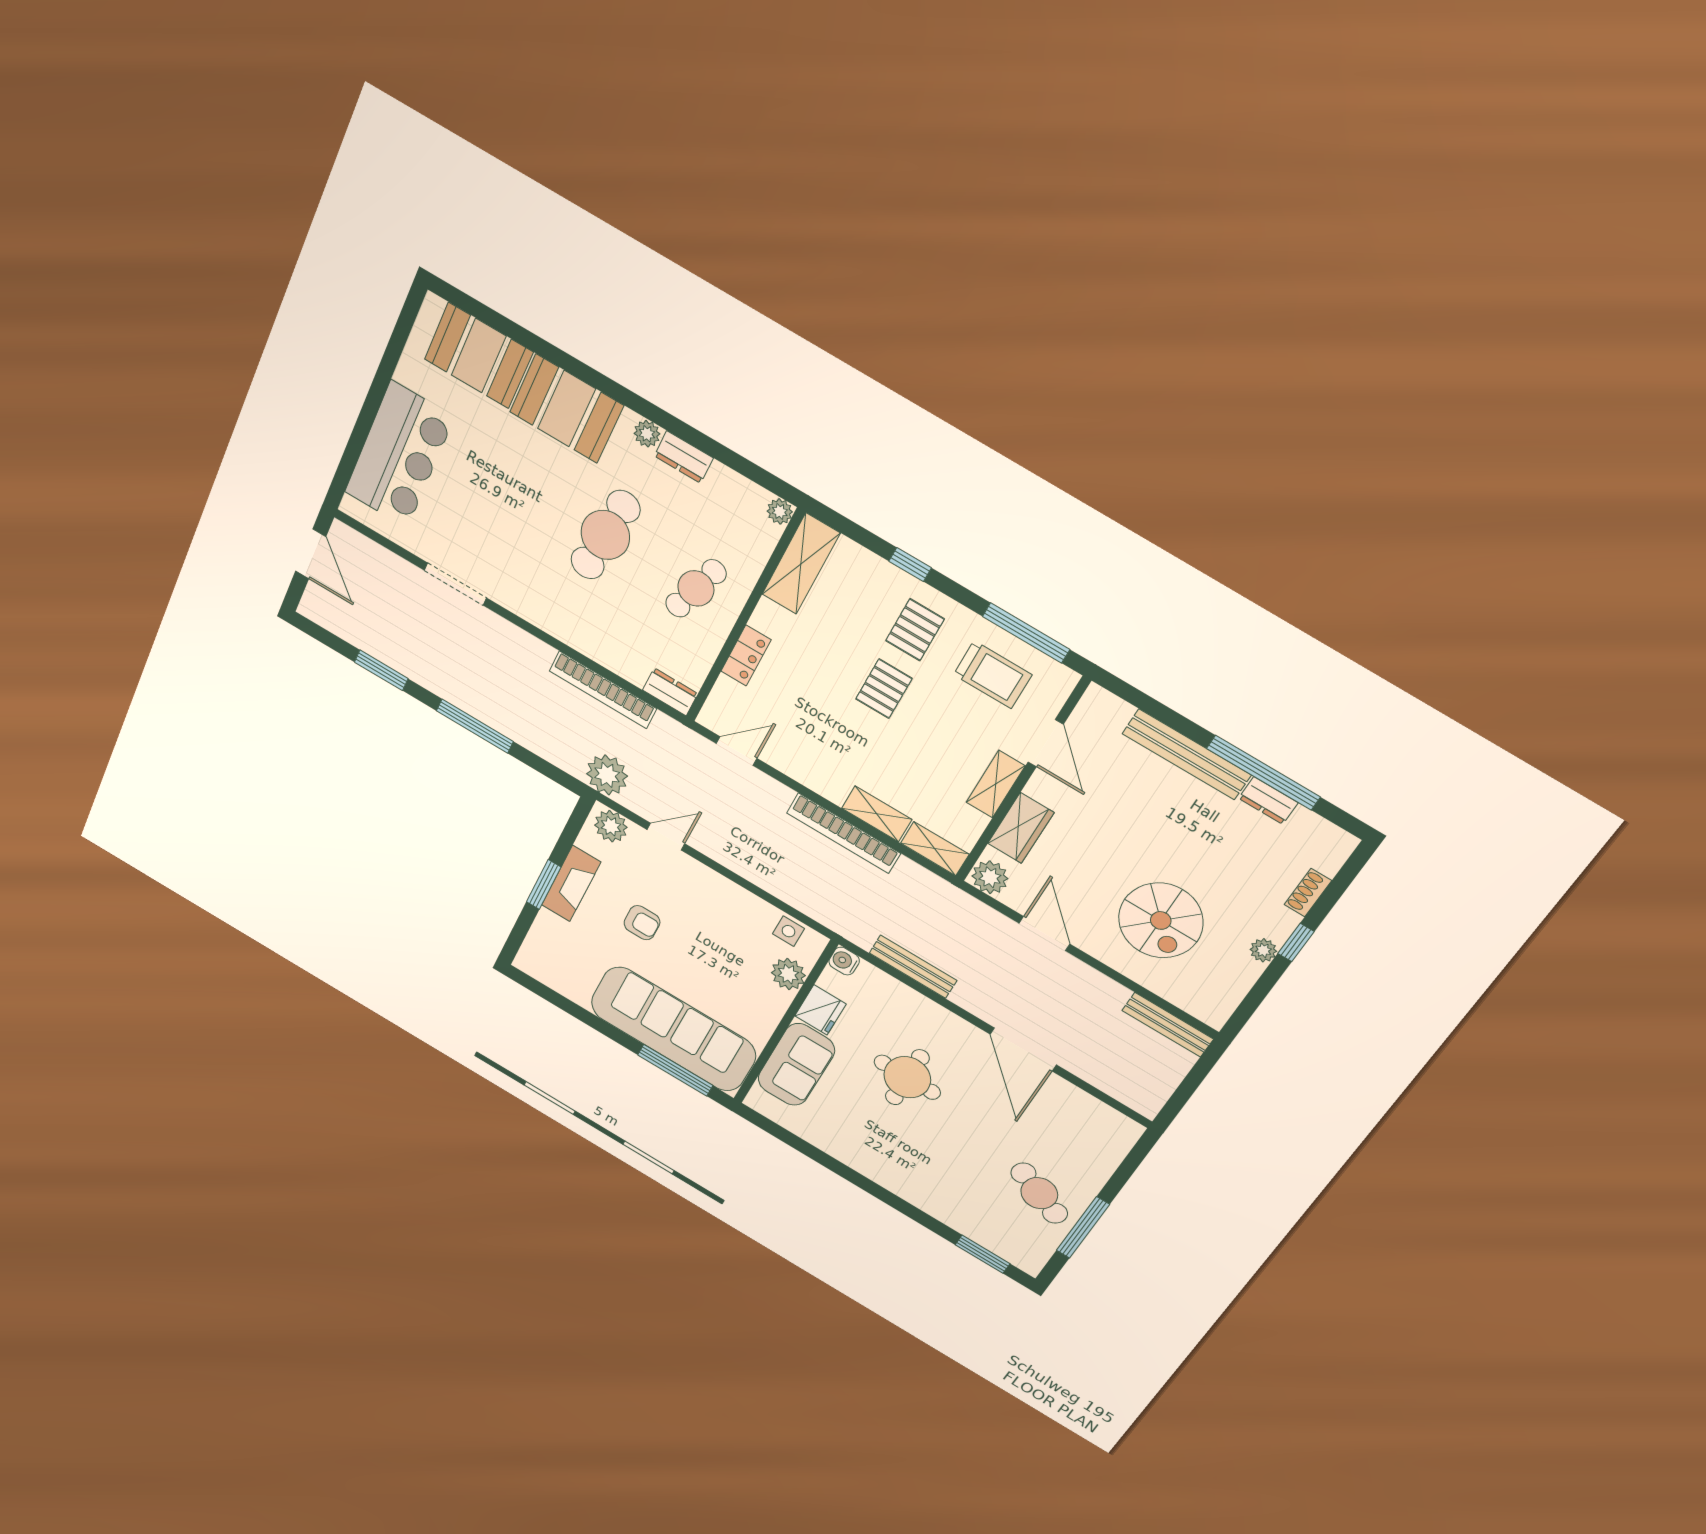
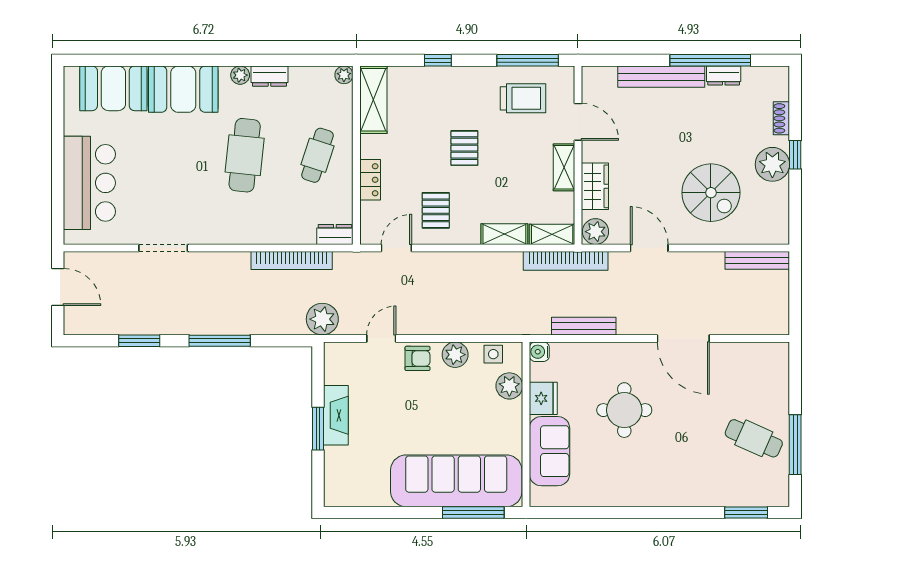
pallet: (915, 630) -> (436, 210), moved
plant: (611, 826) -> (455, 355), moved
bookcase: (844, 833) -> (566, 261), moved
armchair: (642, 923) -> (418, 358), moved
plant: (1263, 950) -> (772, 164), width x1.87, depth x1.87

